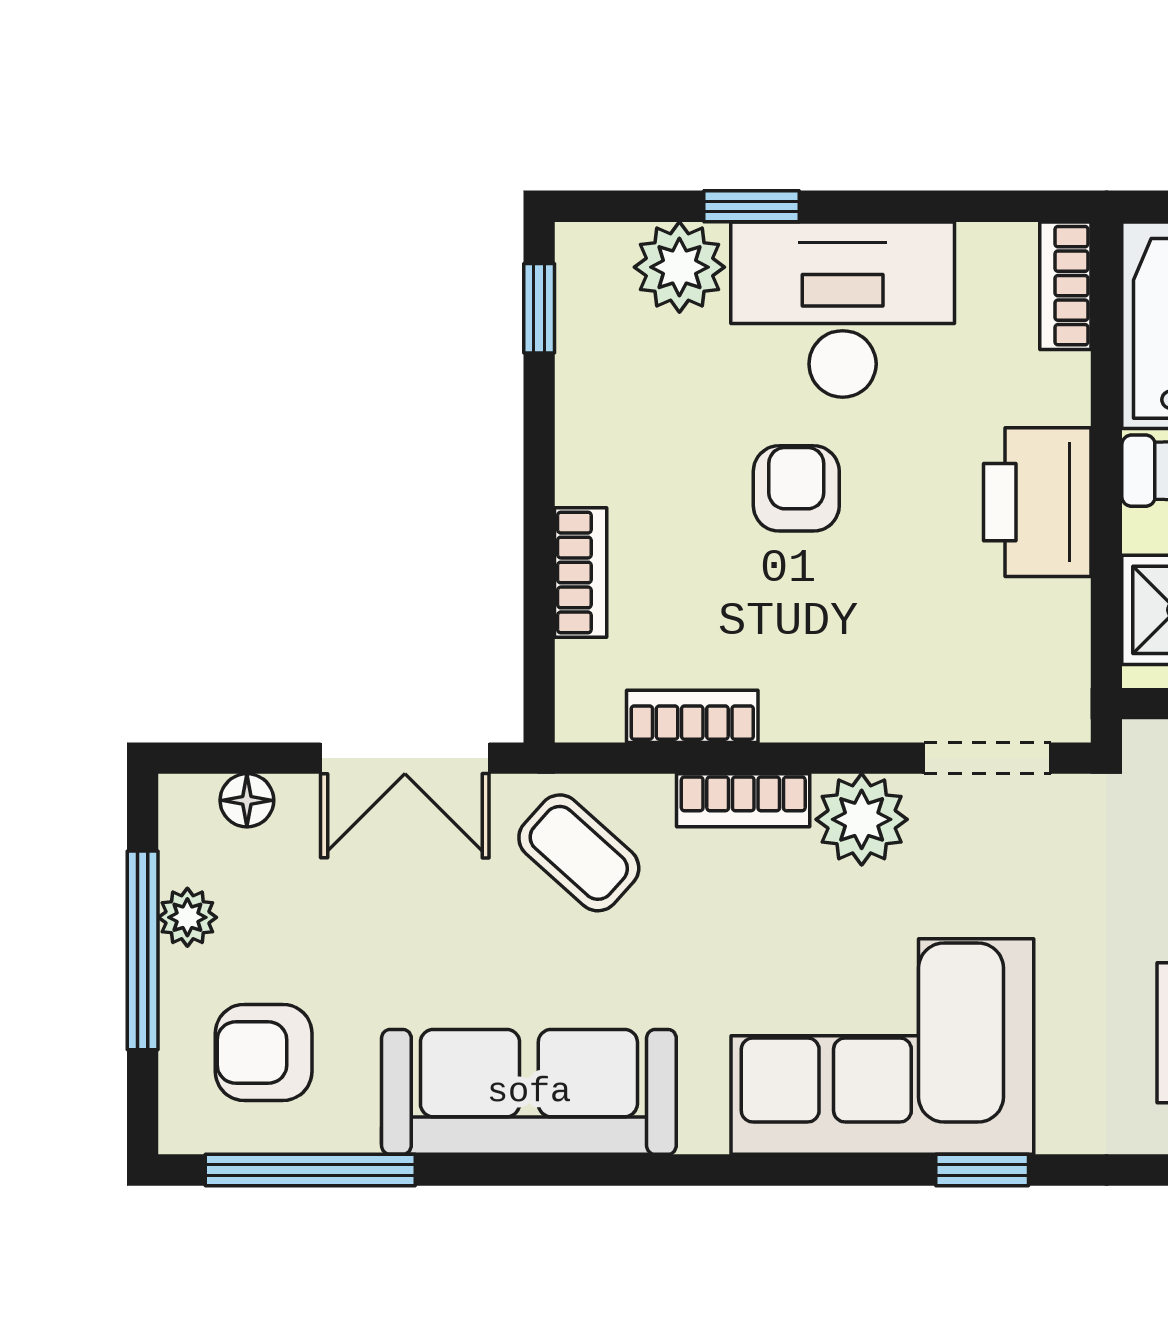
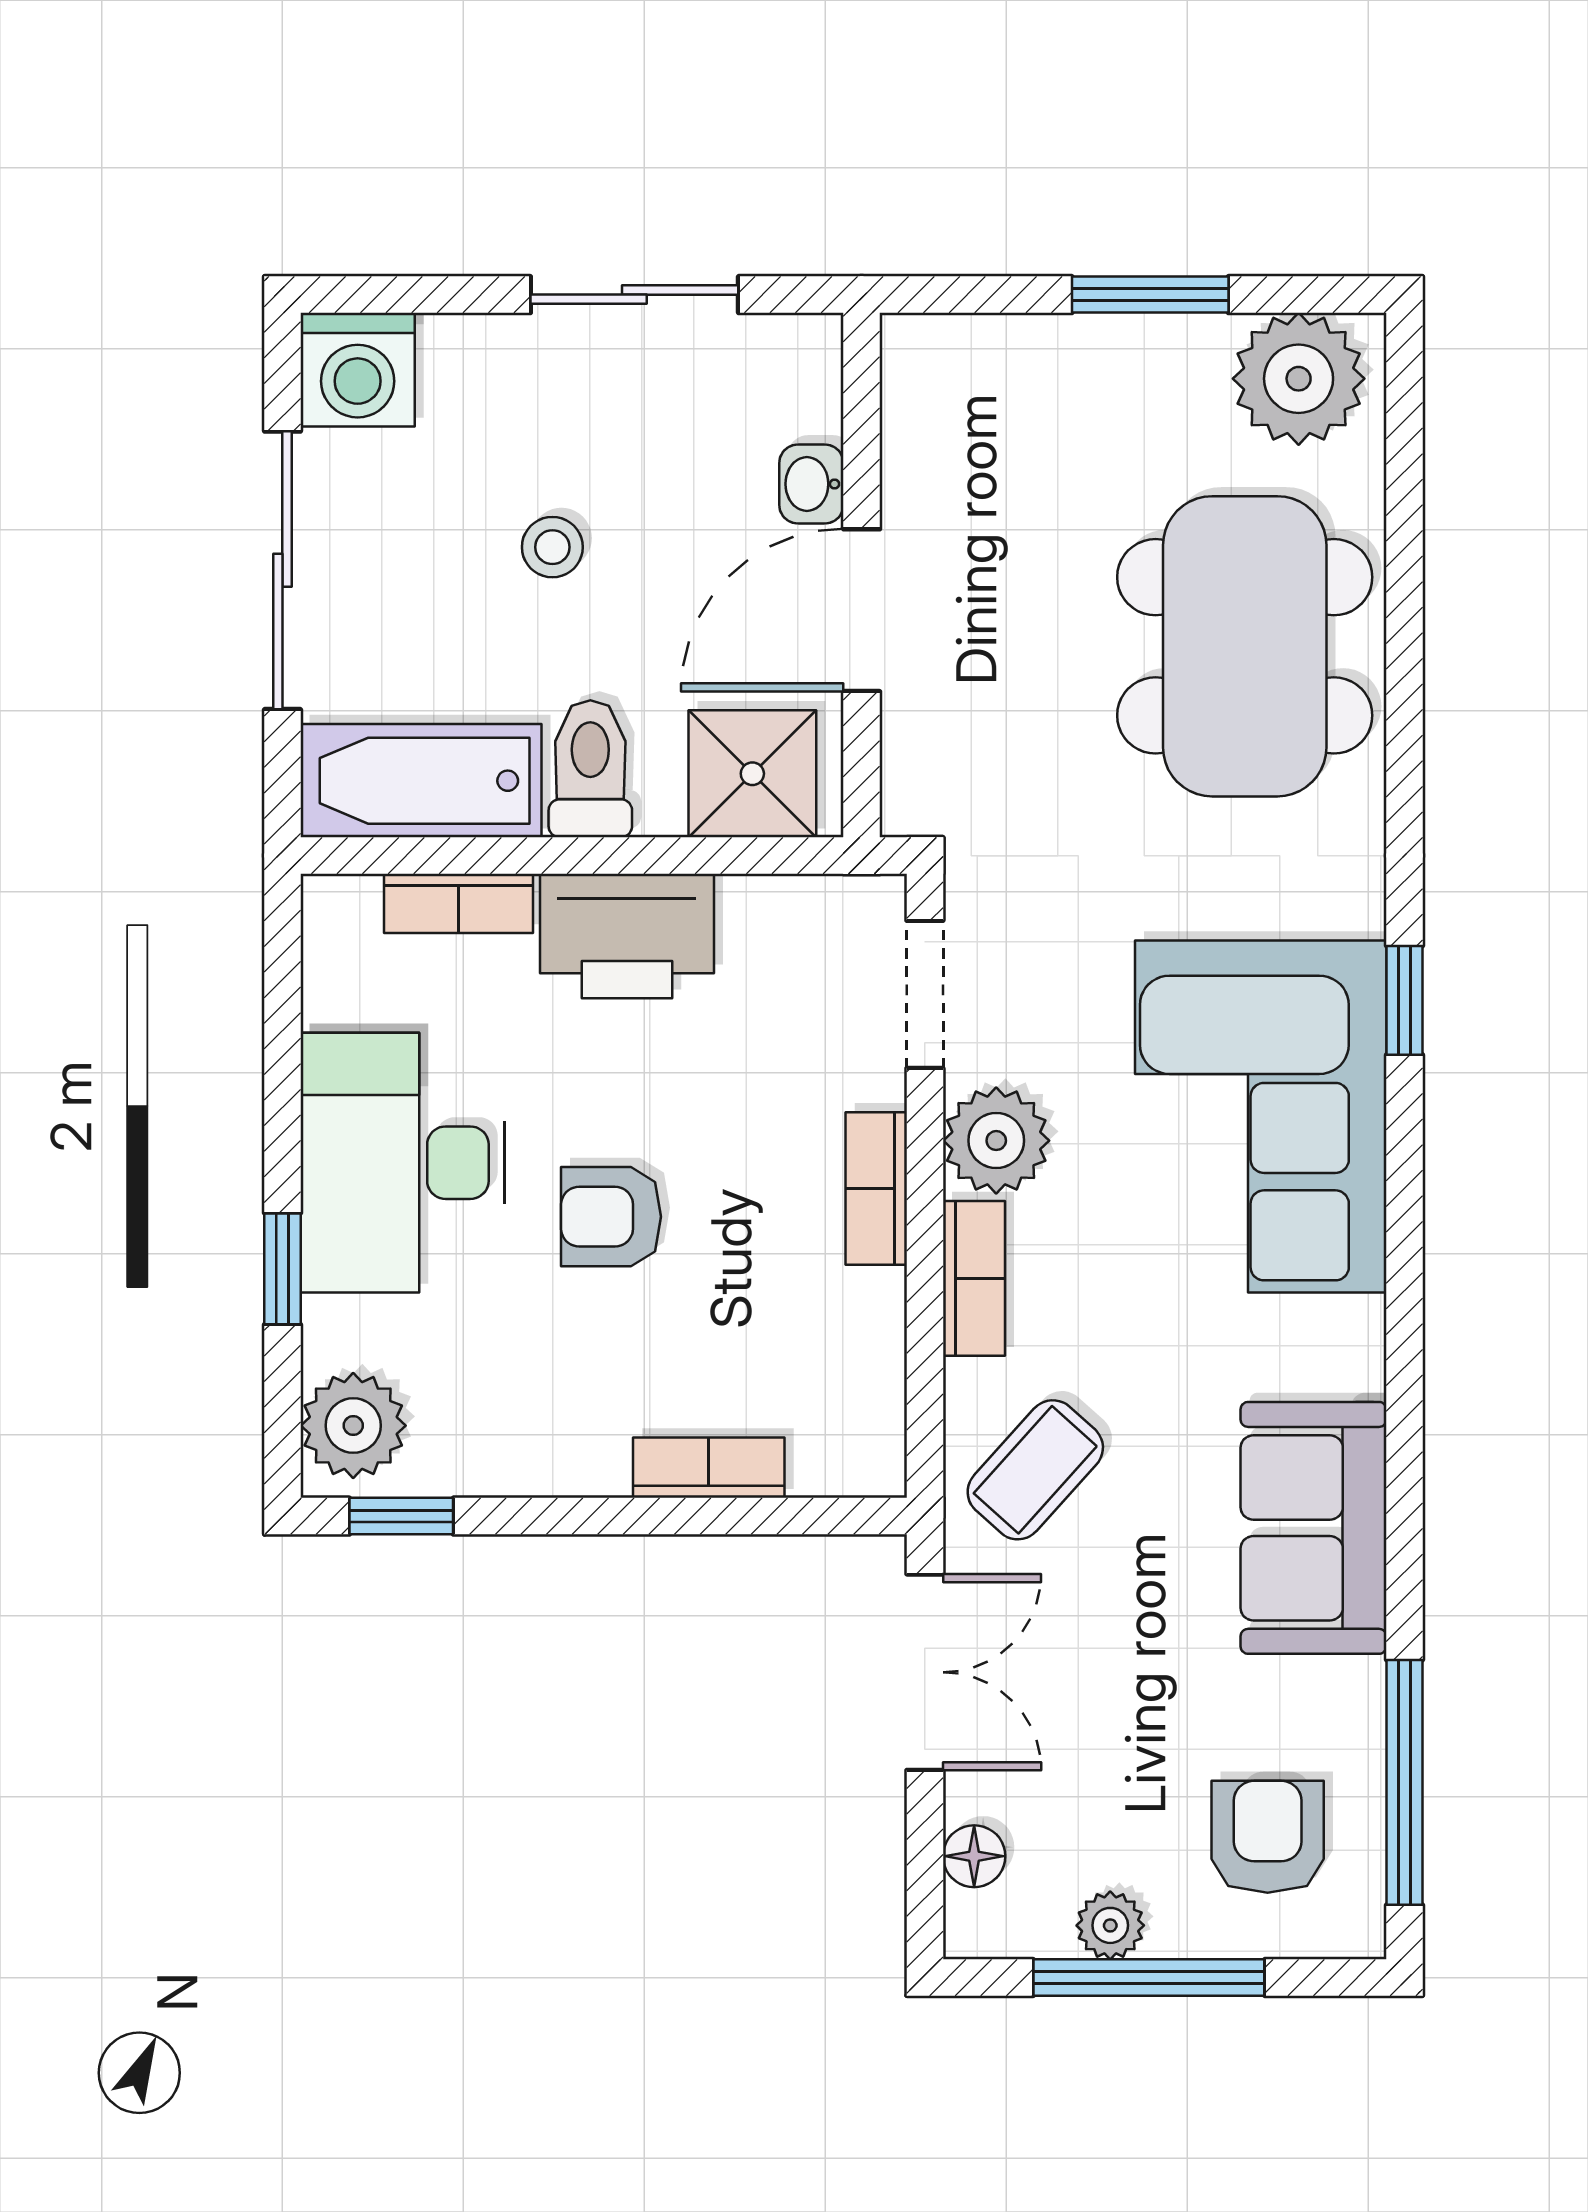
plant: (679, 267) -> (353, 1426), moved
bookcase: (1065, 286) -> (459, 903), moved
bookcase: (692, 716) -> (876, 1188), moved
armchair: (264, 1052) -> (1268, 1837), turned 180
sofa: (529, 1092) -> (1314, 1528), width x0.73

